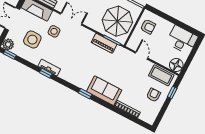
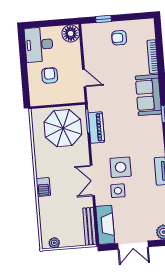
armchair: (148, 27) -> (50, 75), moved
side table: (32, 40) -> (121, 167), moved
door: (141, 56) -> (84, 78), swing flipped
coffee table: (161, 75) -> (92, 43), removed

